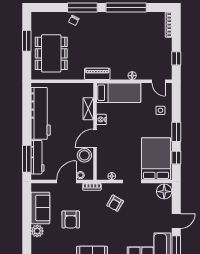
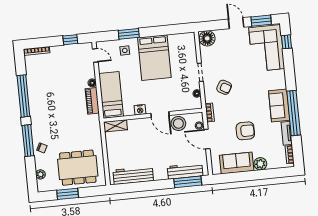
plant: (48, 16) -> (41, 174), added
piano: (97, 74) -> (92, 101), moved
door: (159, 81) -> (95, 55), hinge flipped
shelving: (88, 109) -> (116, 126), moved
workbench: (41, 113) -> (133, 175), width x0.73, depth x0.76
window: (176, 132) -> (129, 34), moved
window: (176, 158) -> (171, 30), removed
bed: (156, 159) -> (154, 58), moved, turned -90

